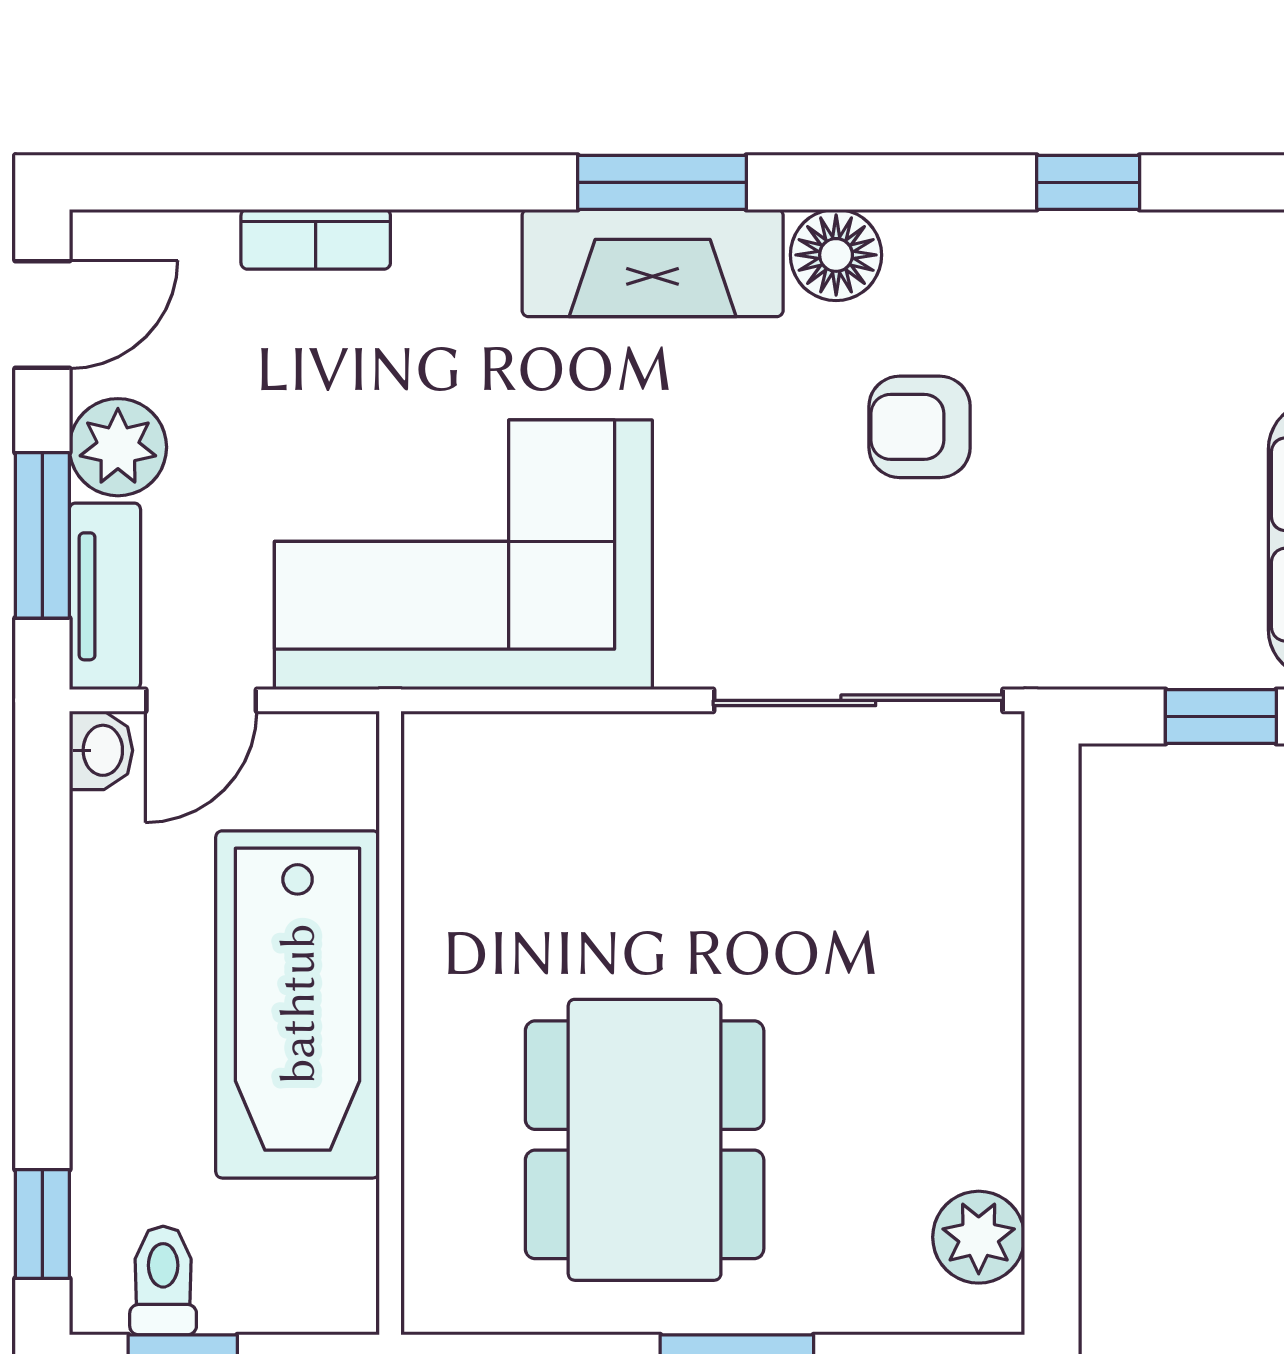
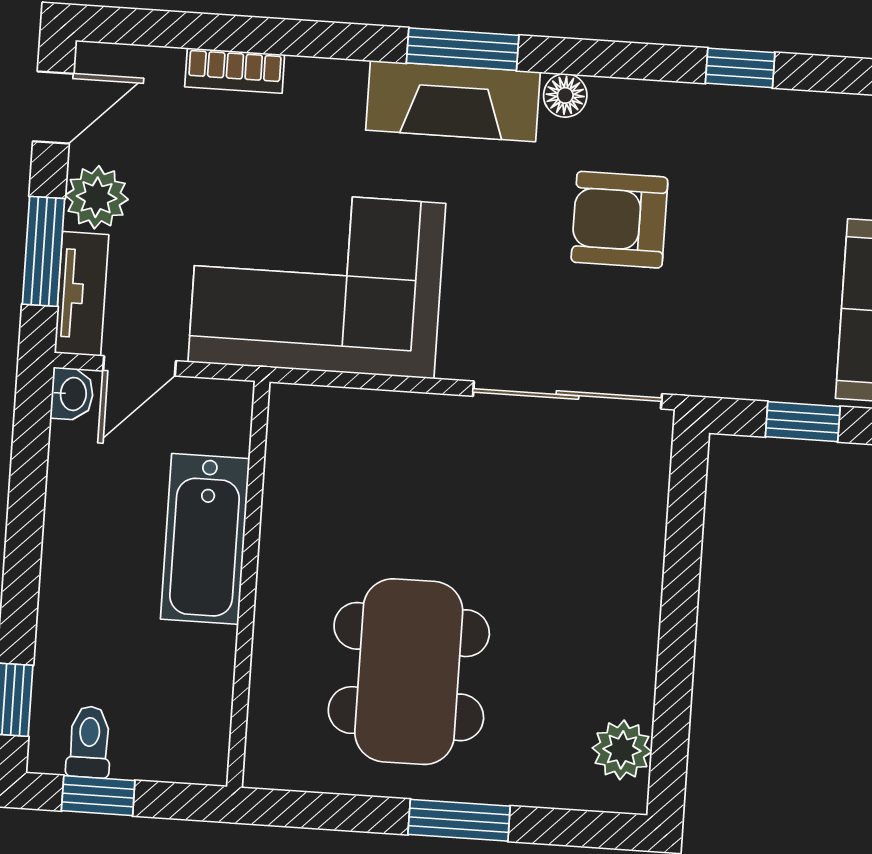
floor lamp: (836, 255) -> (565, 95), width x0.73, depth x0.73
armchair: (920, 427) -> (619, 220), width x1.38, depth x1.38
bathtub: (298, 1004) -> (205, 539), width x0.73, depth x0.73

